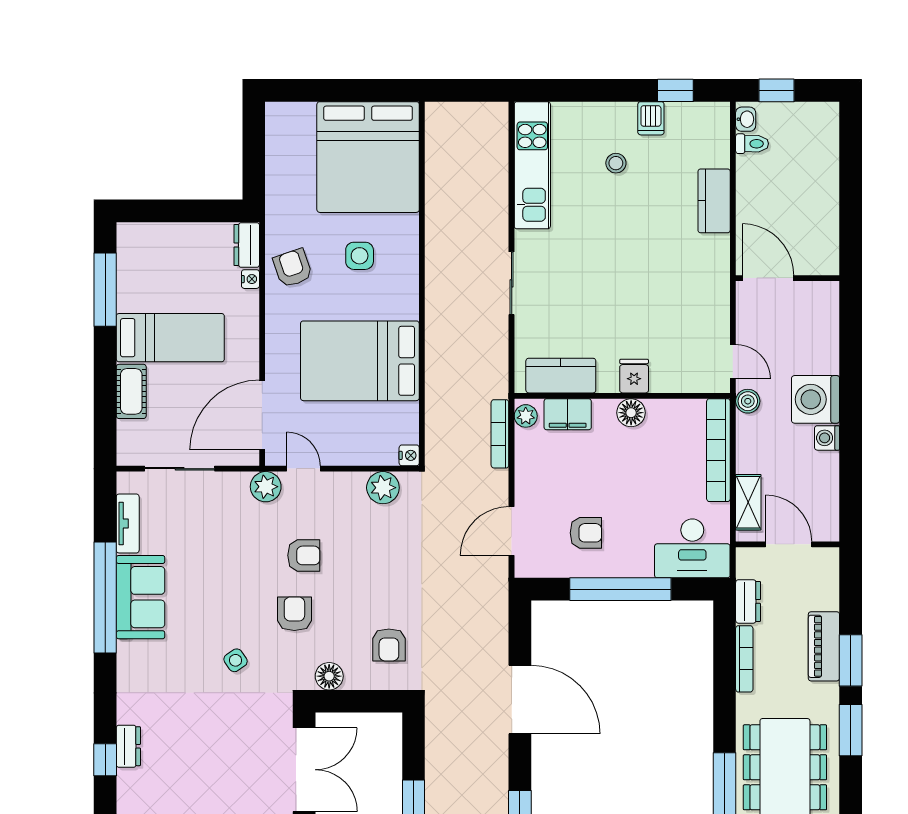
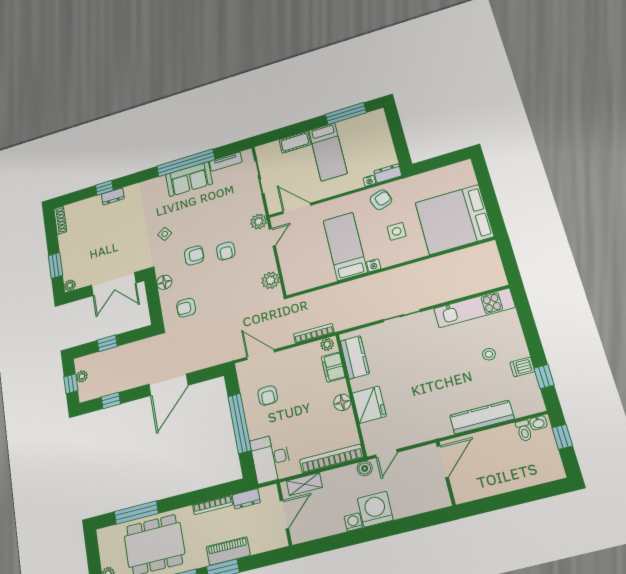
kitchen counter: (714, 201) -> (482, 417), width x1.50
bed: (360, 361) -> (345, 246), width x0.67
fridge: (634, 376) -> (369, 405), width x1.88, depth x1.34
door: (262, 415) -> (297, 208), width x0.73
nightstand: (409, 455) -> (374, 265), moved

